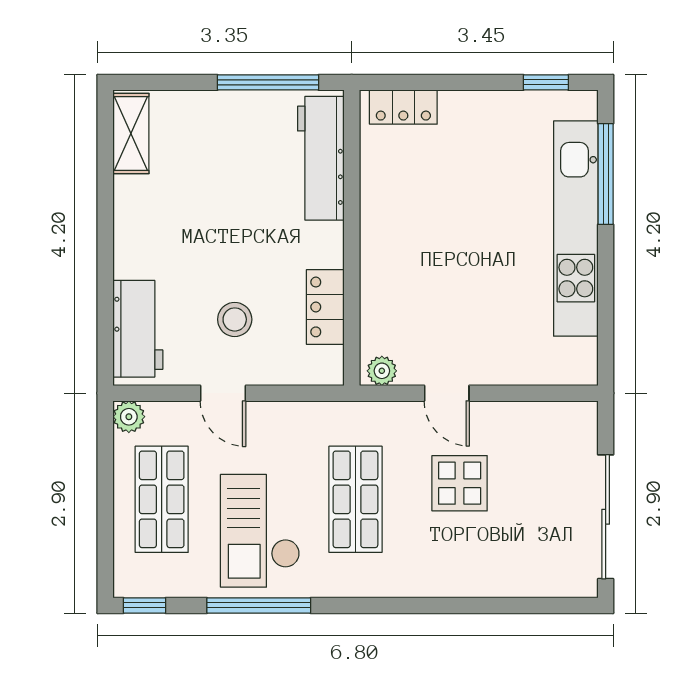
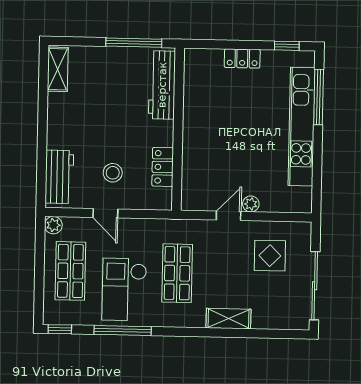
locker: (403, 107) -> (242, 58), moved
plant: (382, 371) -> (251, 204), moved
door: (447, 393) -> (229, 216), swing flipped
display table: (460, 483) -> (270, 256), moved
shelving: (451, 580) -> (229, 319), added

